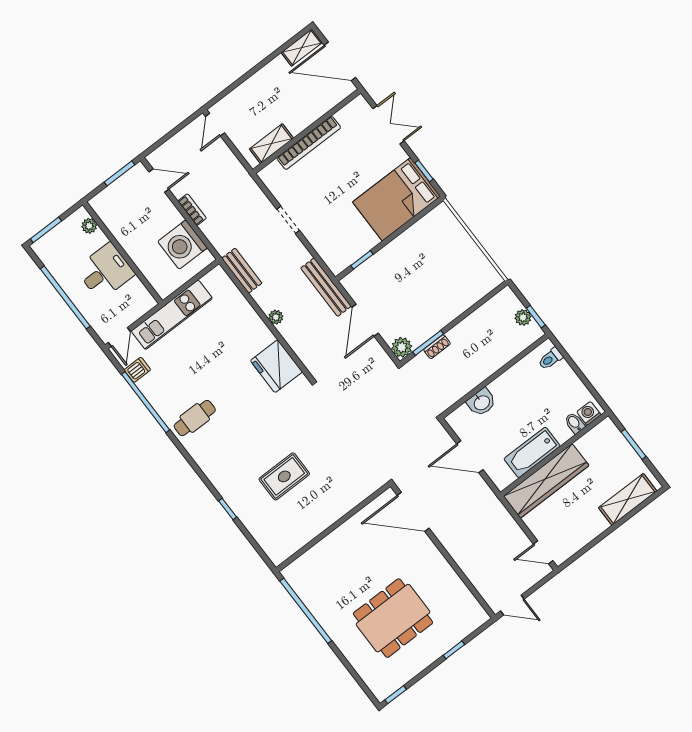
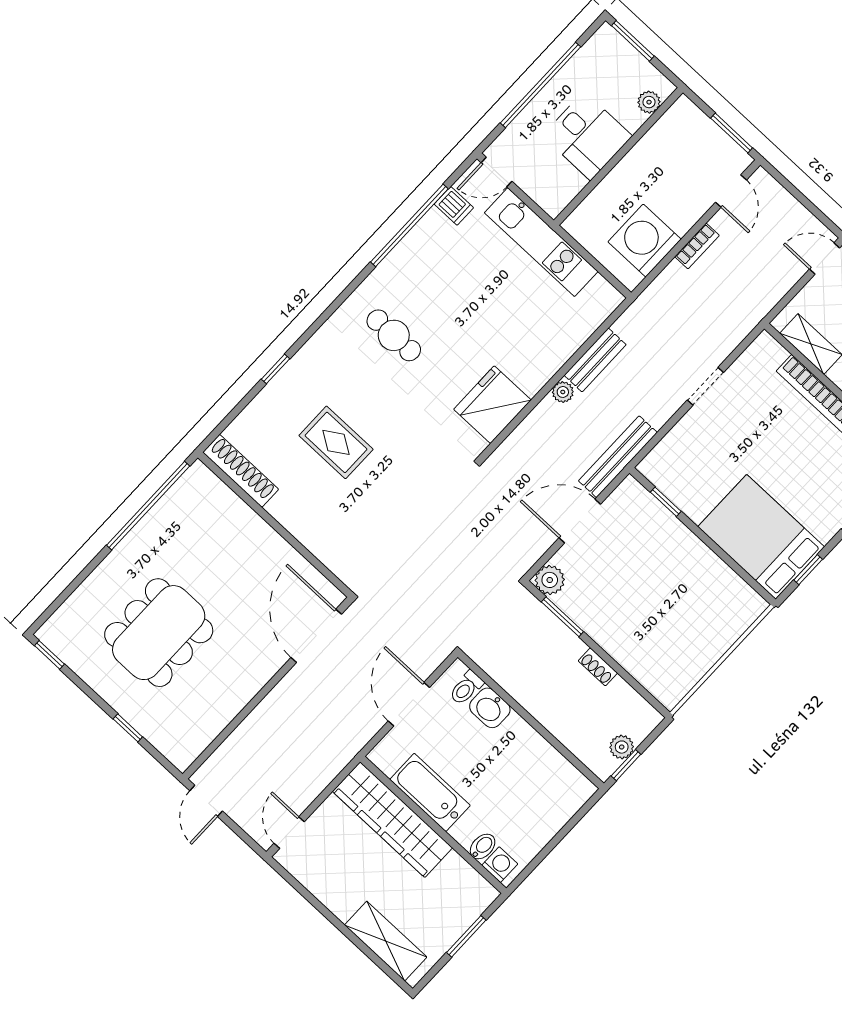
bench: (242, 271) -> (595, 360), moved
shoe rack: (437, 347) -> (598, 667), moved
toilet: (550, 359) -> (466, 688), moved, turned -90
cafe table: (195, 418) -> (394, 335), moved
shoe rack: (293, 544) -> (241, 471), added
dining table: (393, 618) -> (159, 633), turned 90

